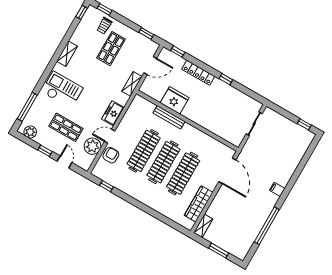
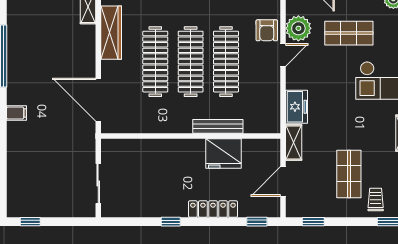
freezer: (113, 113) -> (296, 107), moved

